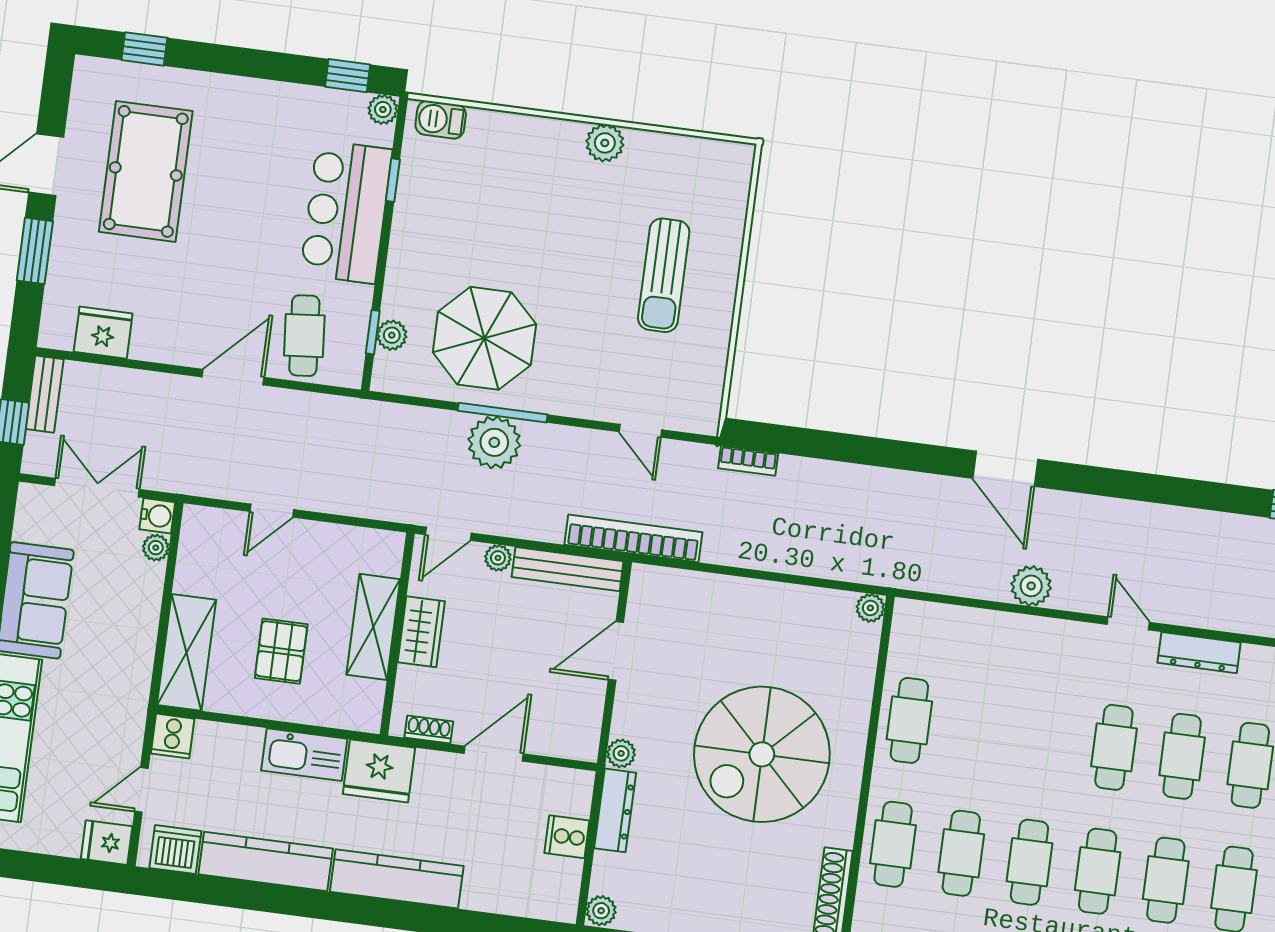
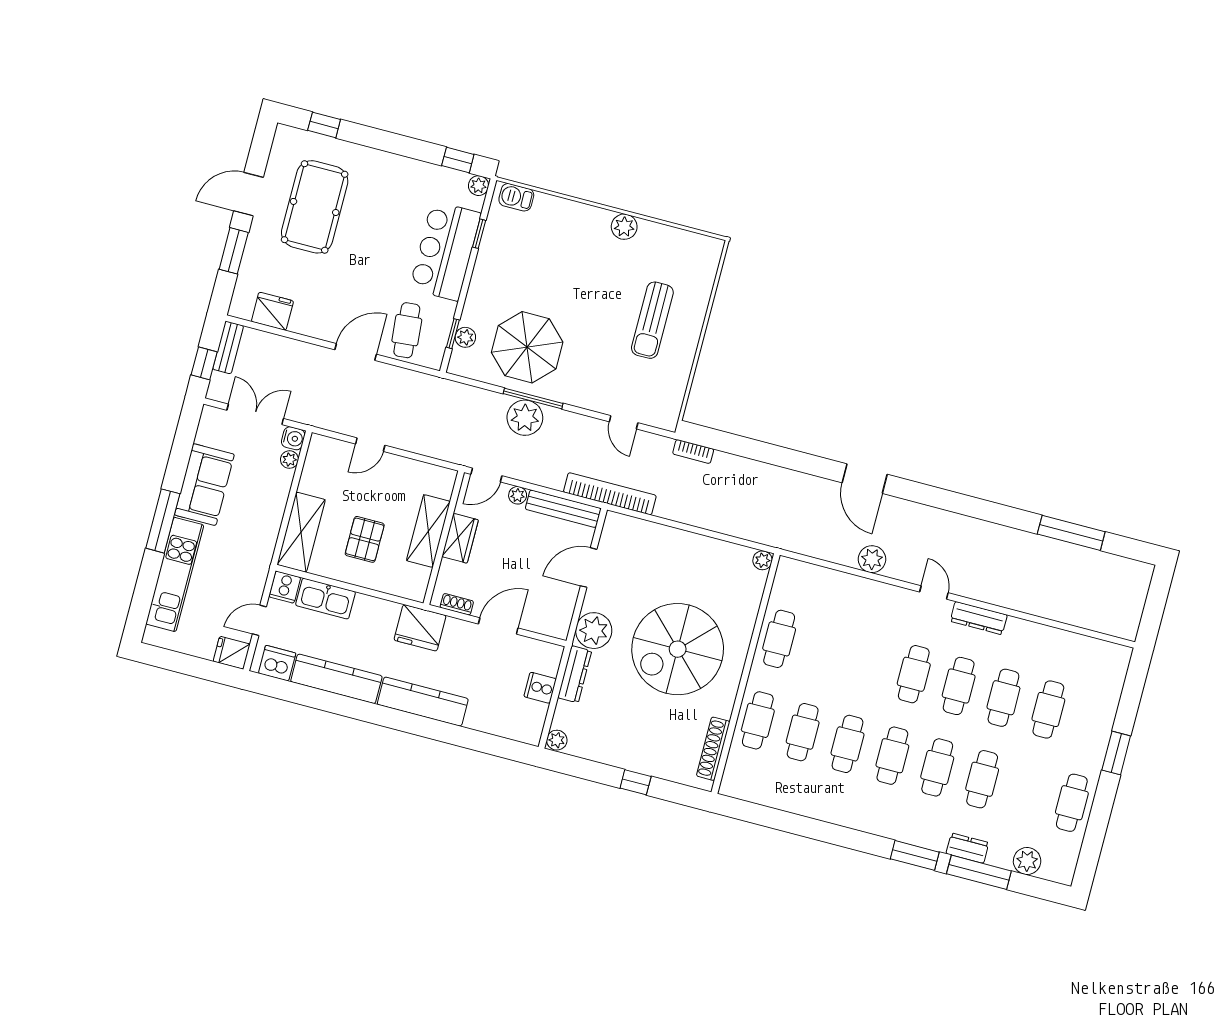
plant: (621, 753) -> (594, 631), width x1.87, depth x1.87
kitchen sink: (304, 755) -> (326, 599), moved

